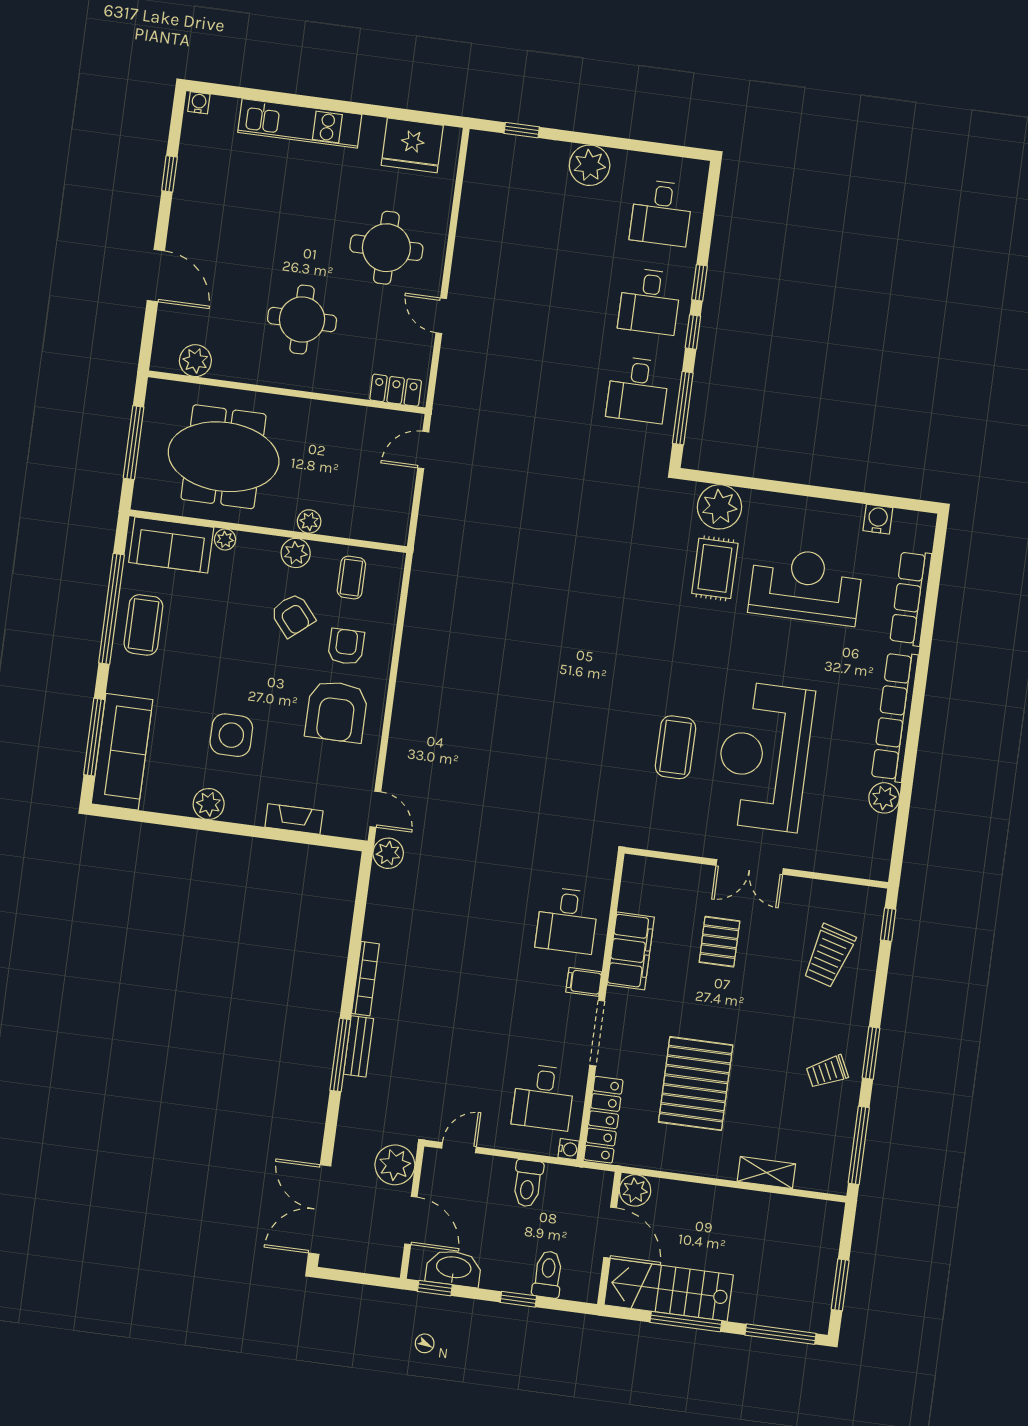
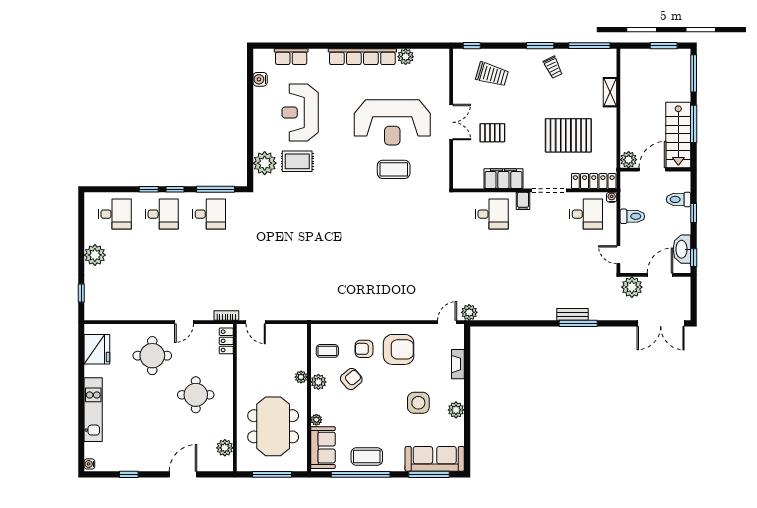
row of seats: (911, 598) -> (291, 57), width x0.68
bookcase: (365, 979) -> (226, 316), moved, width x0.64

